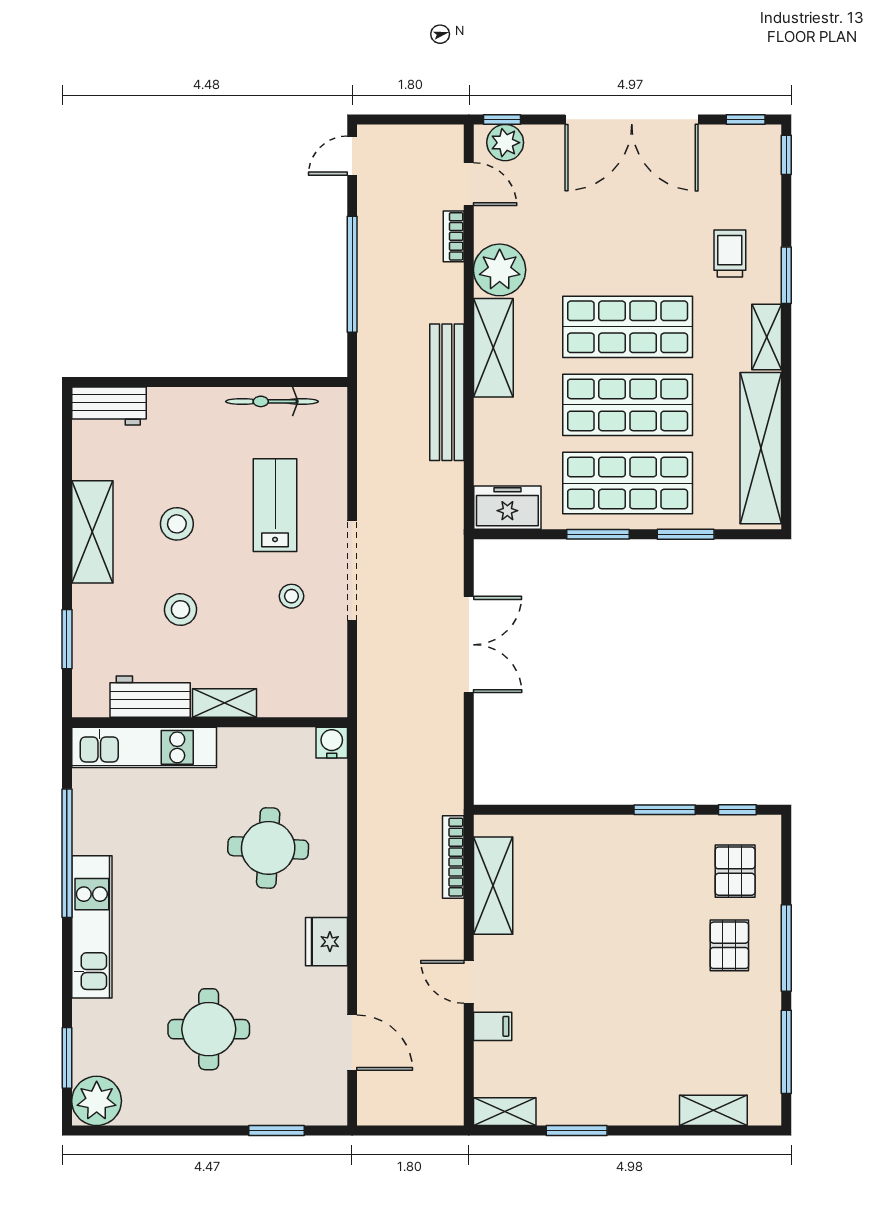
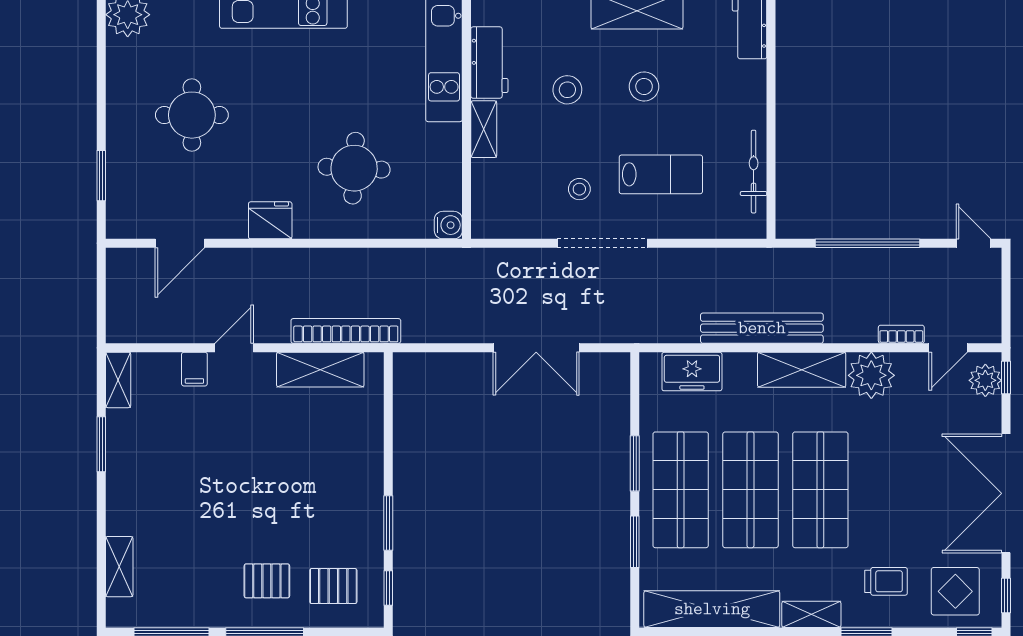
display table: (741, 176) -> (955, 591), added
freezer: (507, 508) -> (692, 372), moved, turned 90
bookcase: (453, 857) -> (346, 331), width x1.48, depth x1.31

